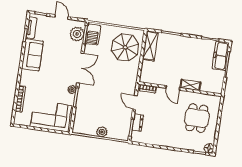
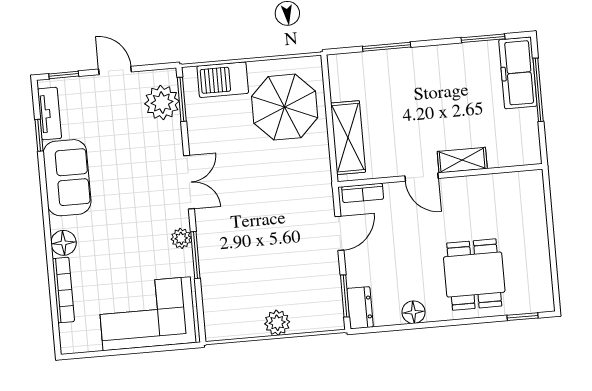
barbecue: (93, 34) -> (223, 80), moved, turned 90
shelving: (150, 46) -> (348, 138), moved
double door: (80, 68) -> (189, 182), width x0.73
floor lamp: (25, 80) -> (64, 243), added
door: (135, 102) -> (339, 233), swing flipped
dining table: (197, 118) -> (474, 275), moved
dresser: (138, 123) -> (360, 308), moved
floor lamp: (209, 148) -> (413, 312), moved

